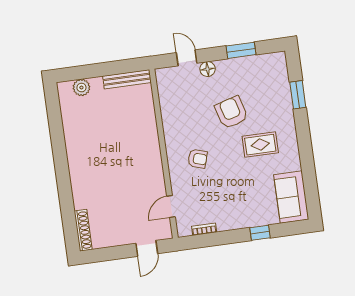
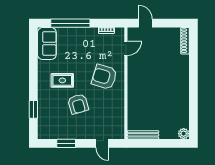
floor lamp: (208, 69) -> (90, 134), removed
plant: (81, 88) -> (184, 134), moved
armchair: (198, 159) -> (104, 77), width x1.88, depth x1.88
window: (260, 233) -> (70, 23), width x3.17
door: (147, 248) -> (145, 23), hinge flipped

